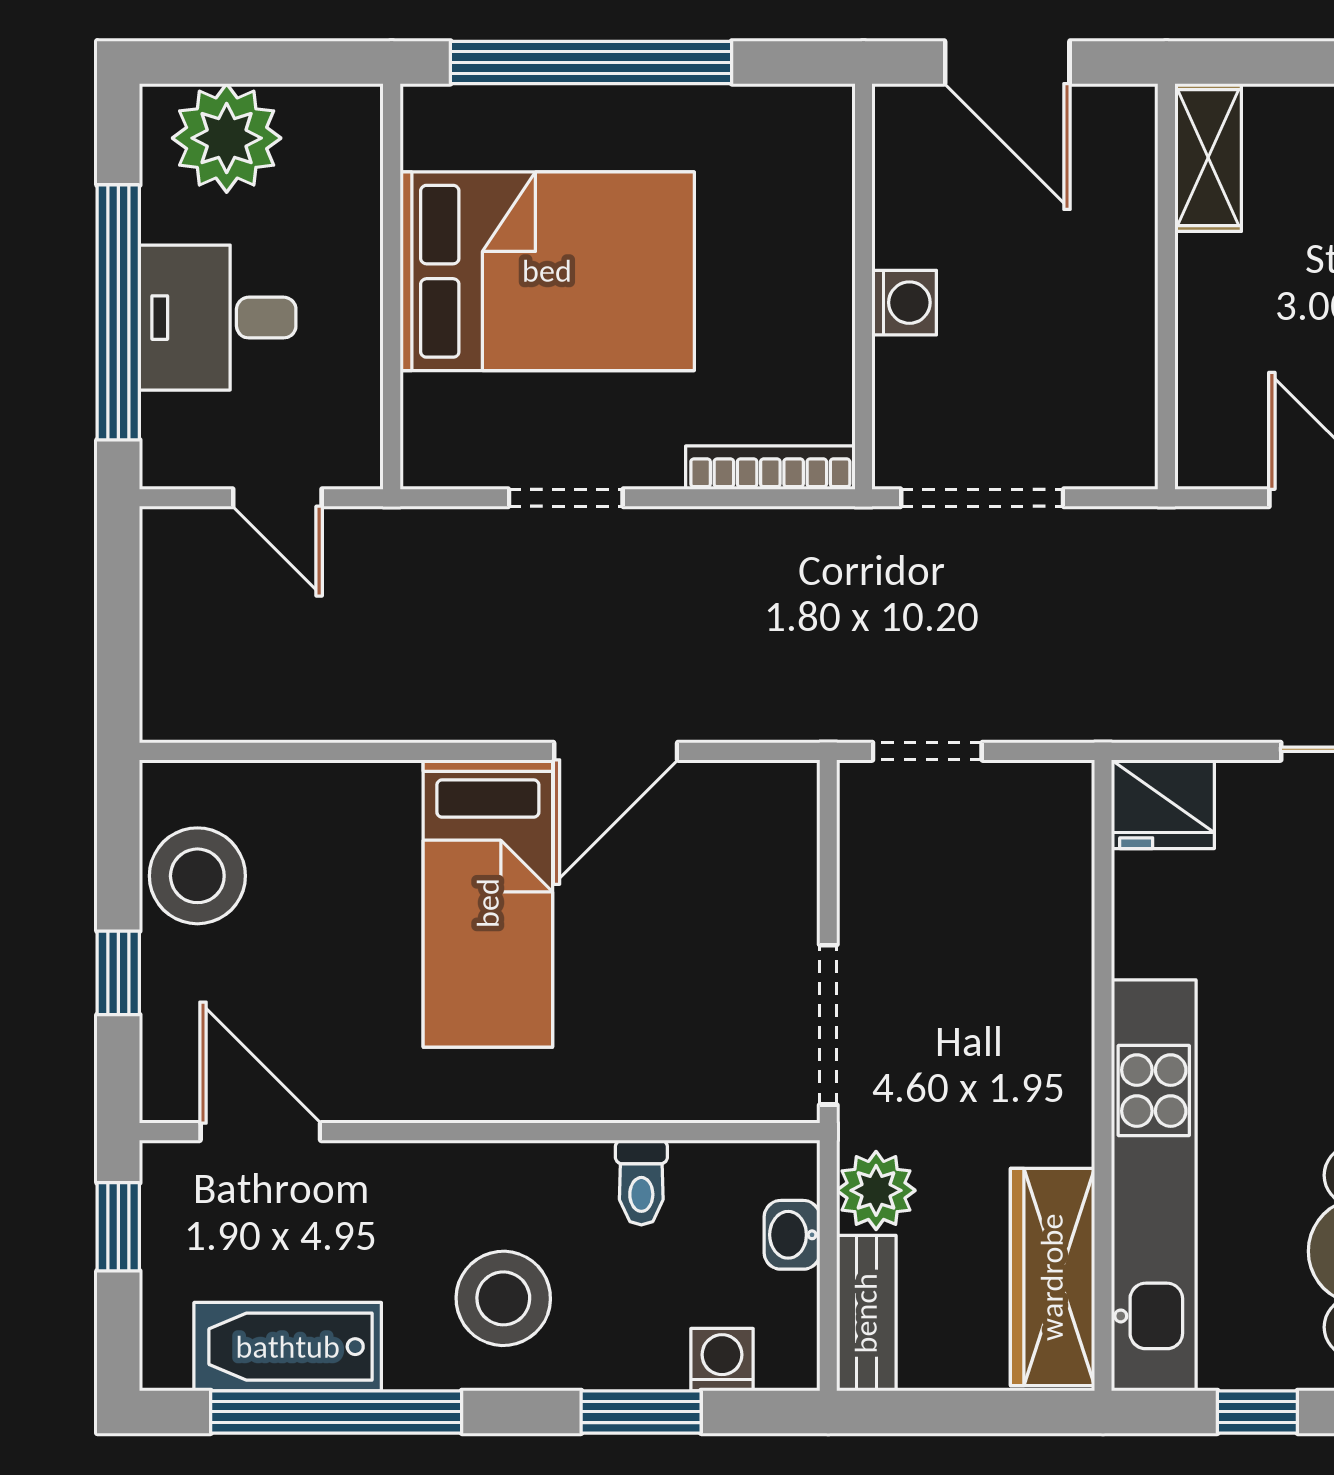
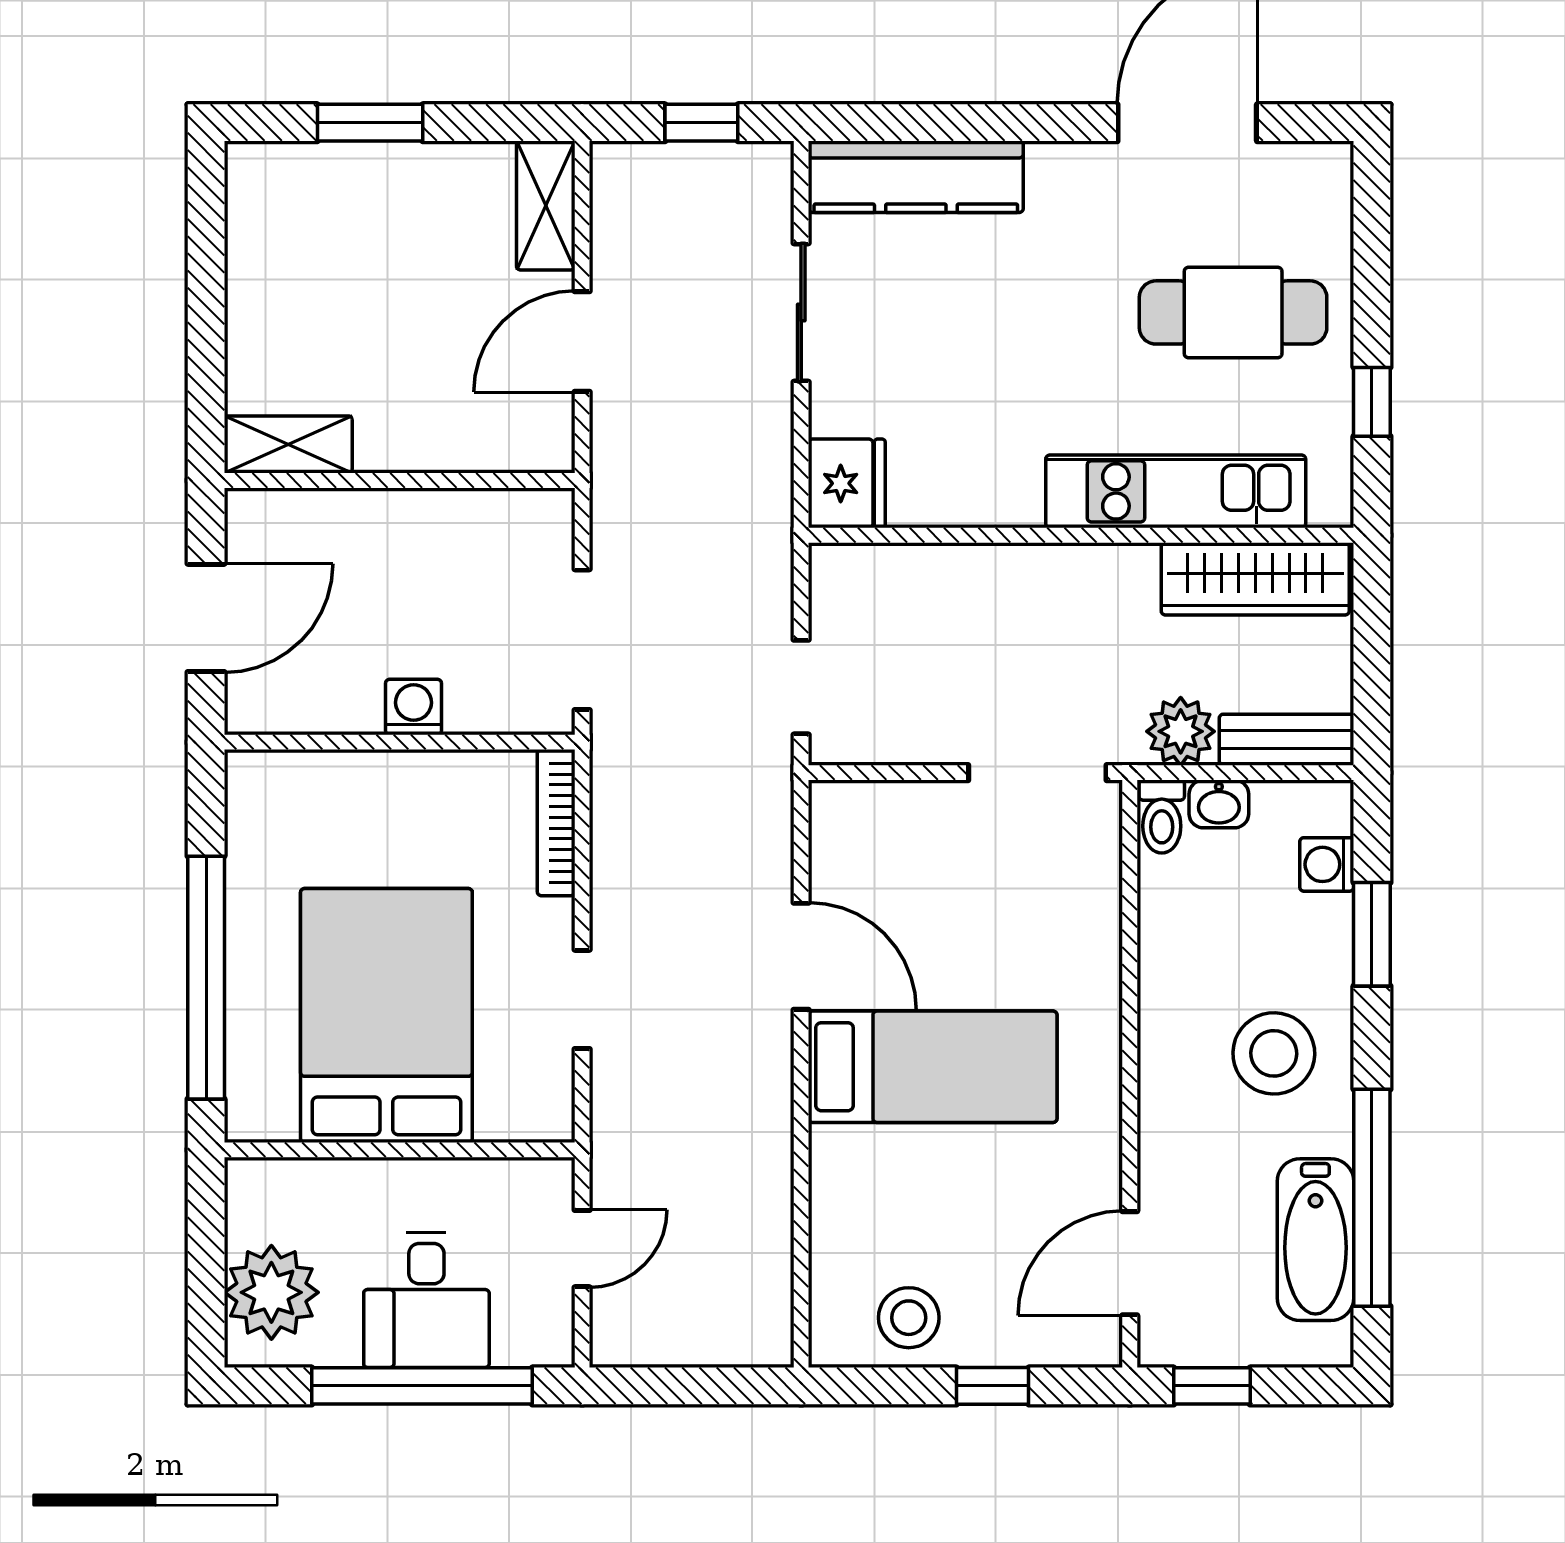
stool: (197, 876) -> (909, 1318), width x0.73, depth x0.73
toilet: (641, 1183) -> (1162, 817), moved, turned 90
kitchen unit: (1154, 1185) -> (1176, 491), width x0.73

